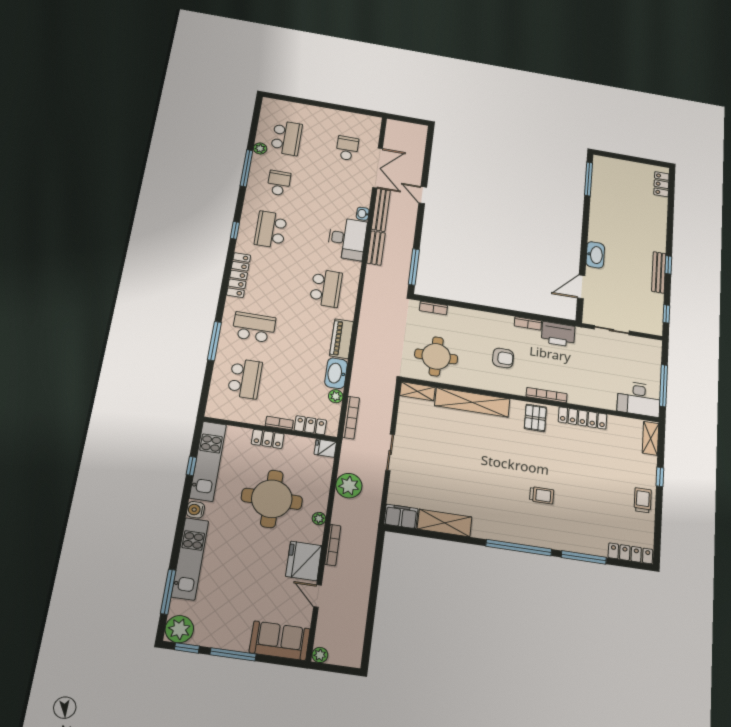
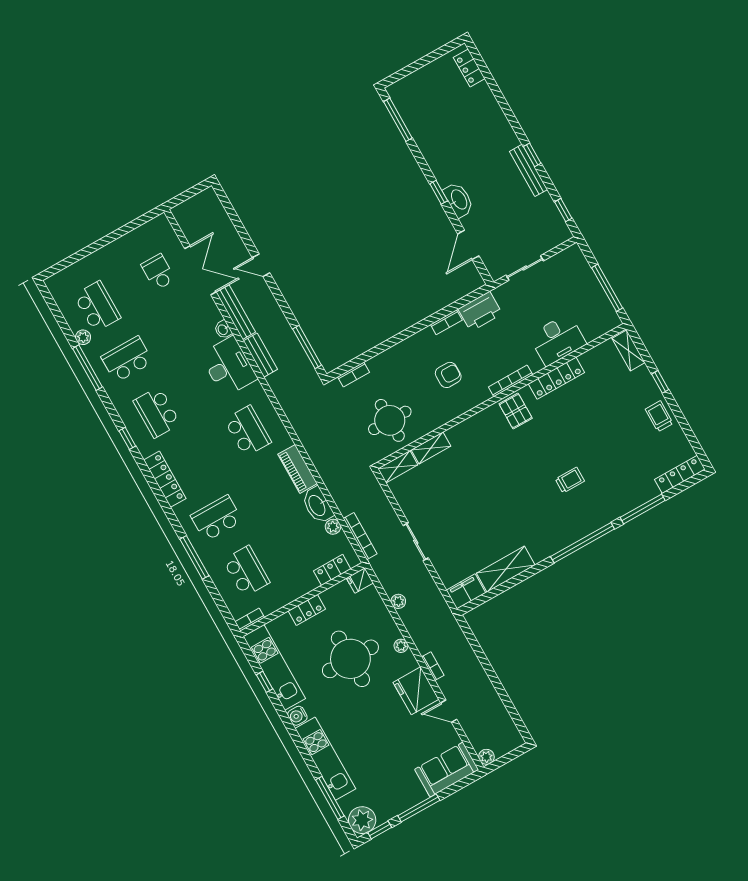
school desk: (279, 183) -> (127, 359), width x1.85
window: (584, 241) -> (439, 192), added
desk: (639, 399) -> (558, 340), moved
shelving: (472, 402) -> (431, 448), width x0.45, depth x0.75
bookcase: (279, 423) -> (250, 620), moved
plant: (349, 486) -> (398, 601), width x0.53, depth x0.53
bookcase: (333, 545) -> (433, 666), width x0.64

